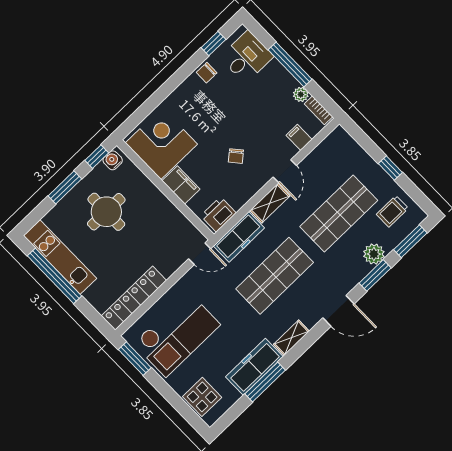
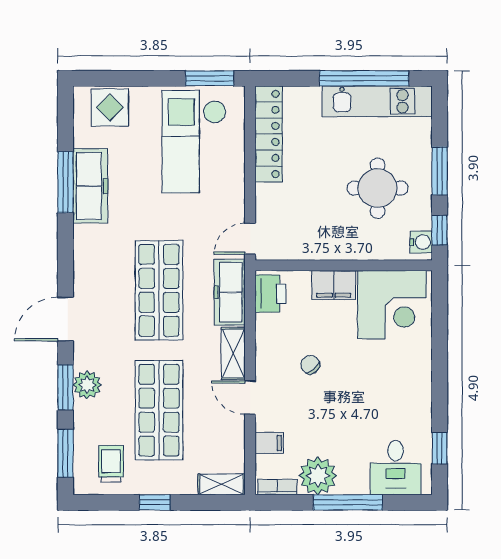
chair: (207, 73) -> (418, 414), removed
plant: (301, 94) -> (318, 476), width x1.88, depth x1.88
plant: (374, 254) -> (87, 385), moved
shelving: (291, 338) -> (222, 484), moved, turned 90

